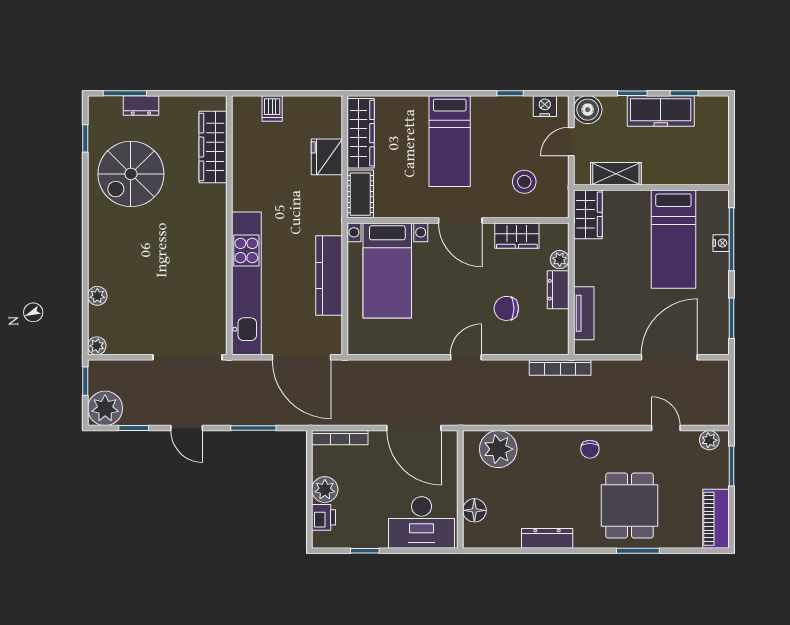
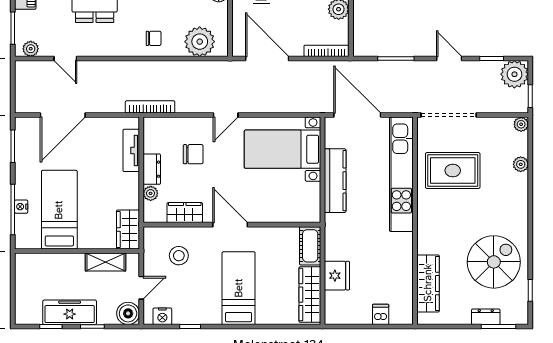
bed with nightstands: (387, 270) -> (283, 149), moved, turned -90
rug: (182, 288) -> (453, 171), added
chair: (590, 449) -> (154, 38), moved, turned 90

